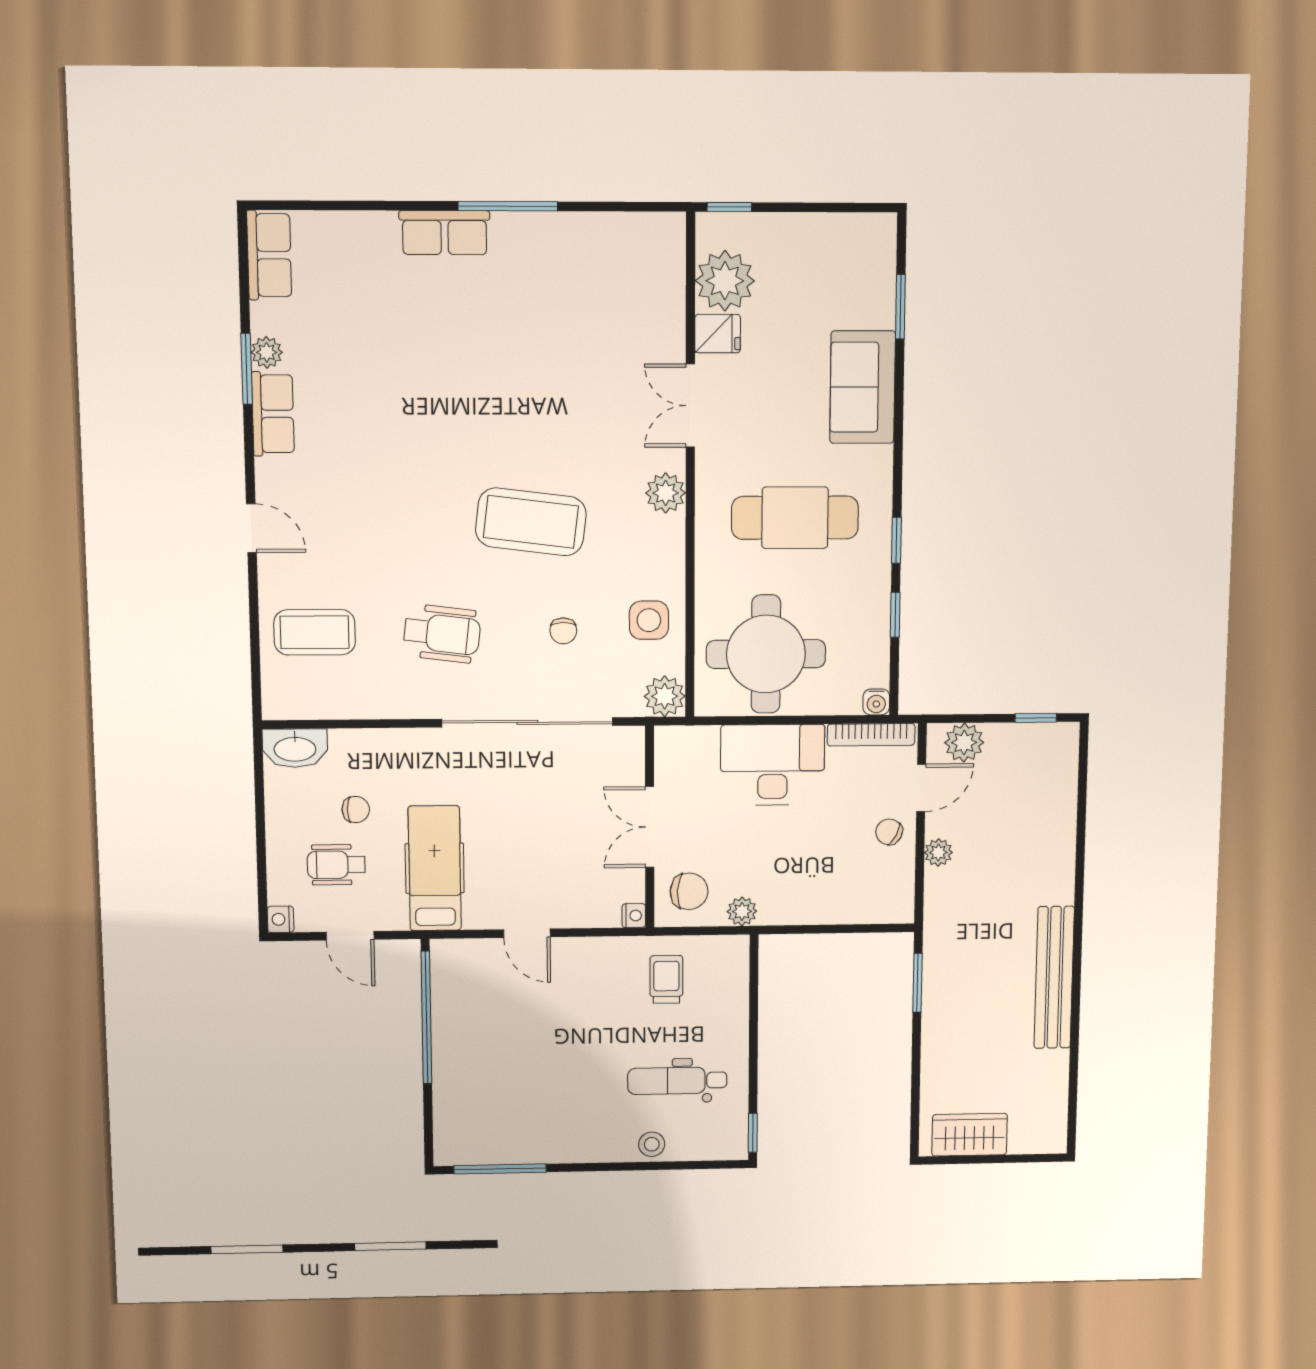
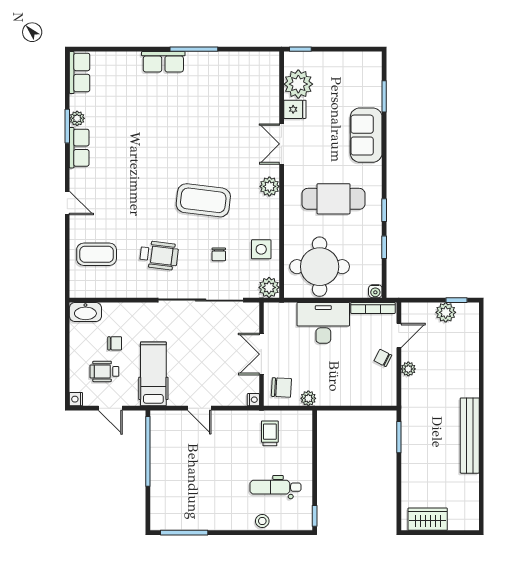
plant: (964, 743) -> (446, 312), moved

